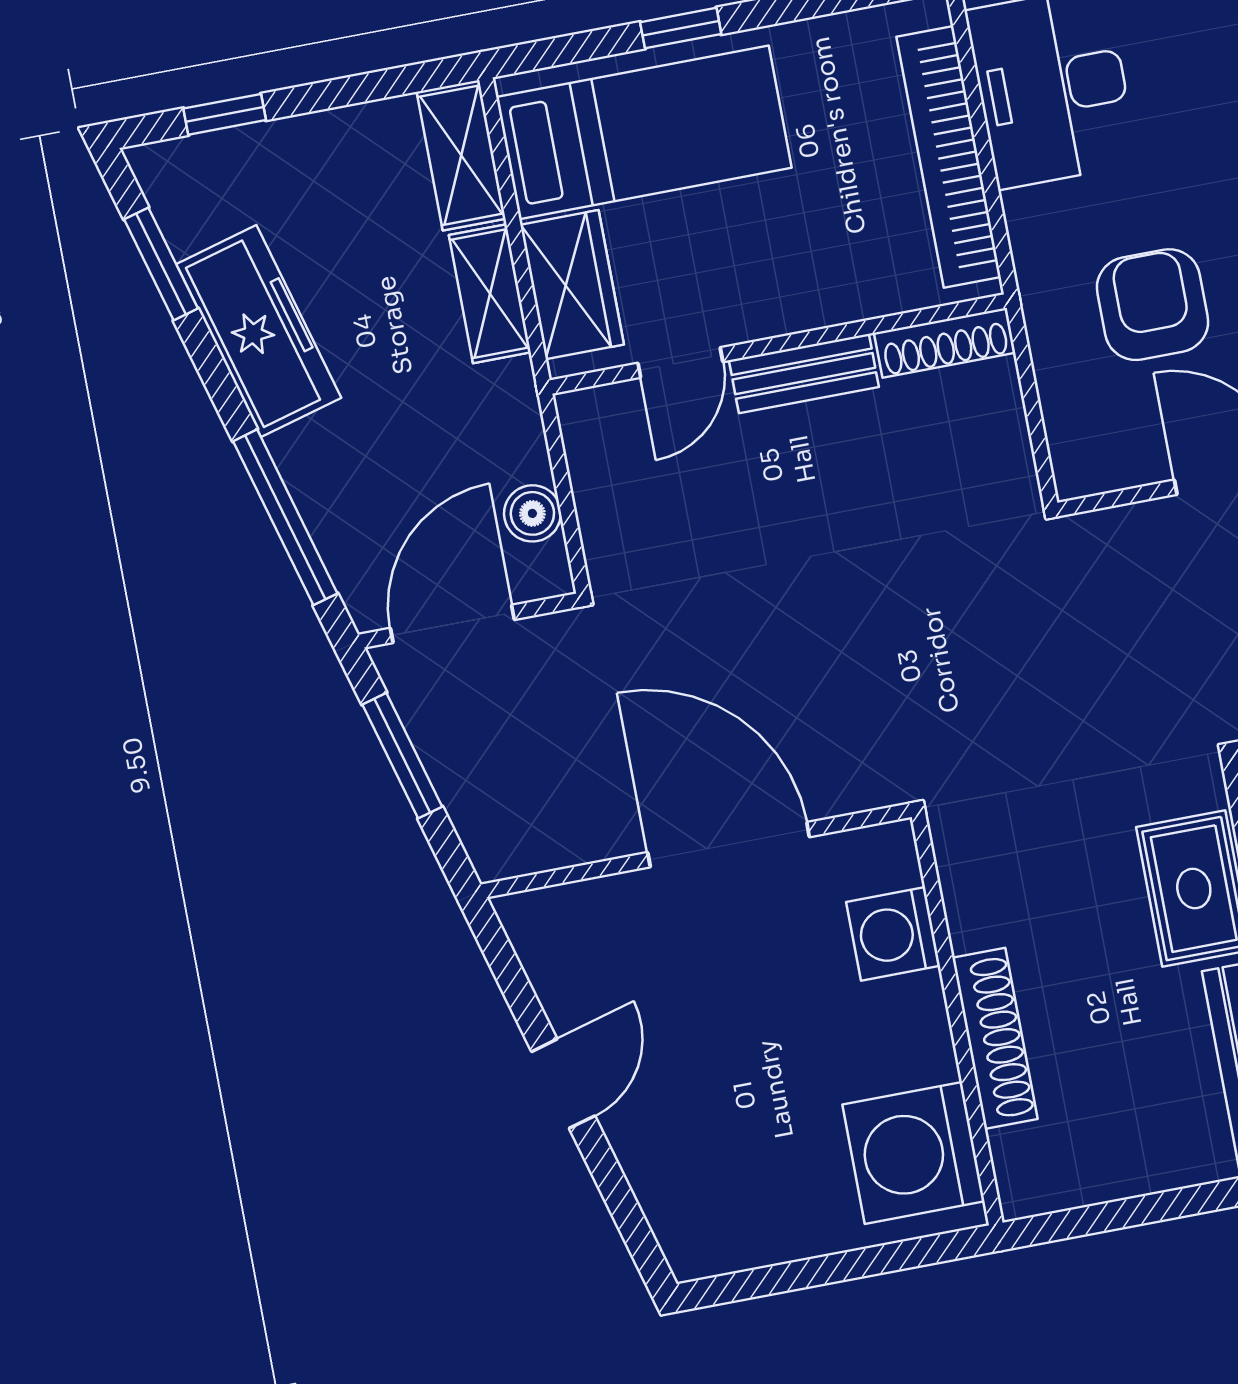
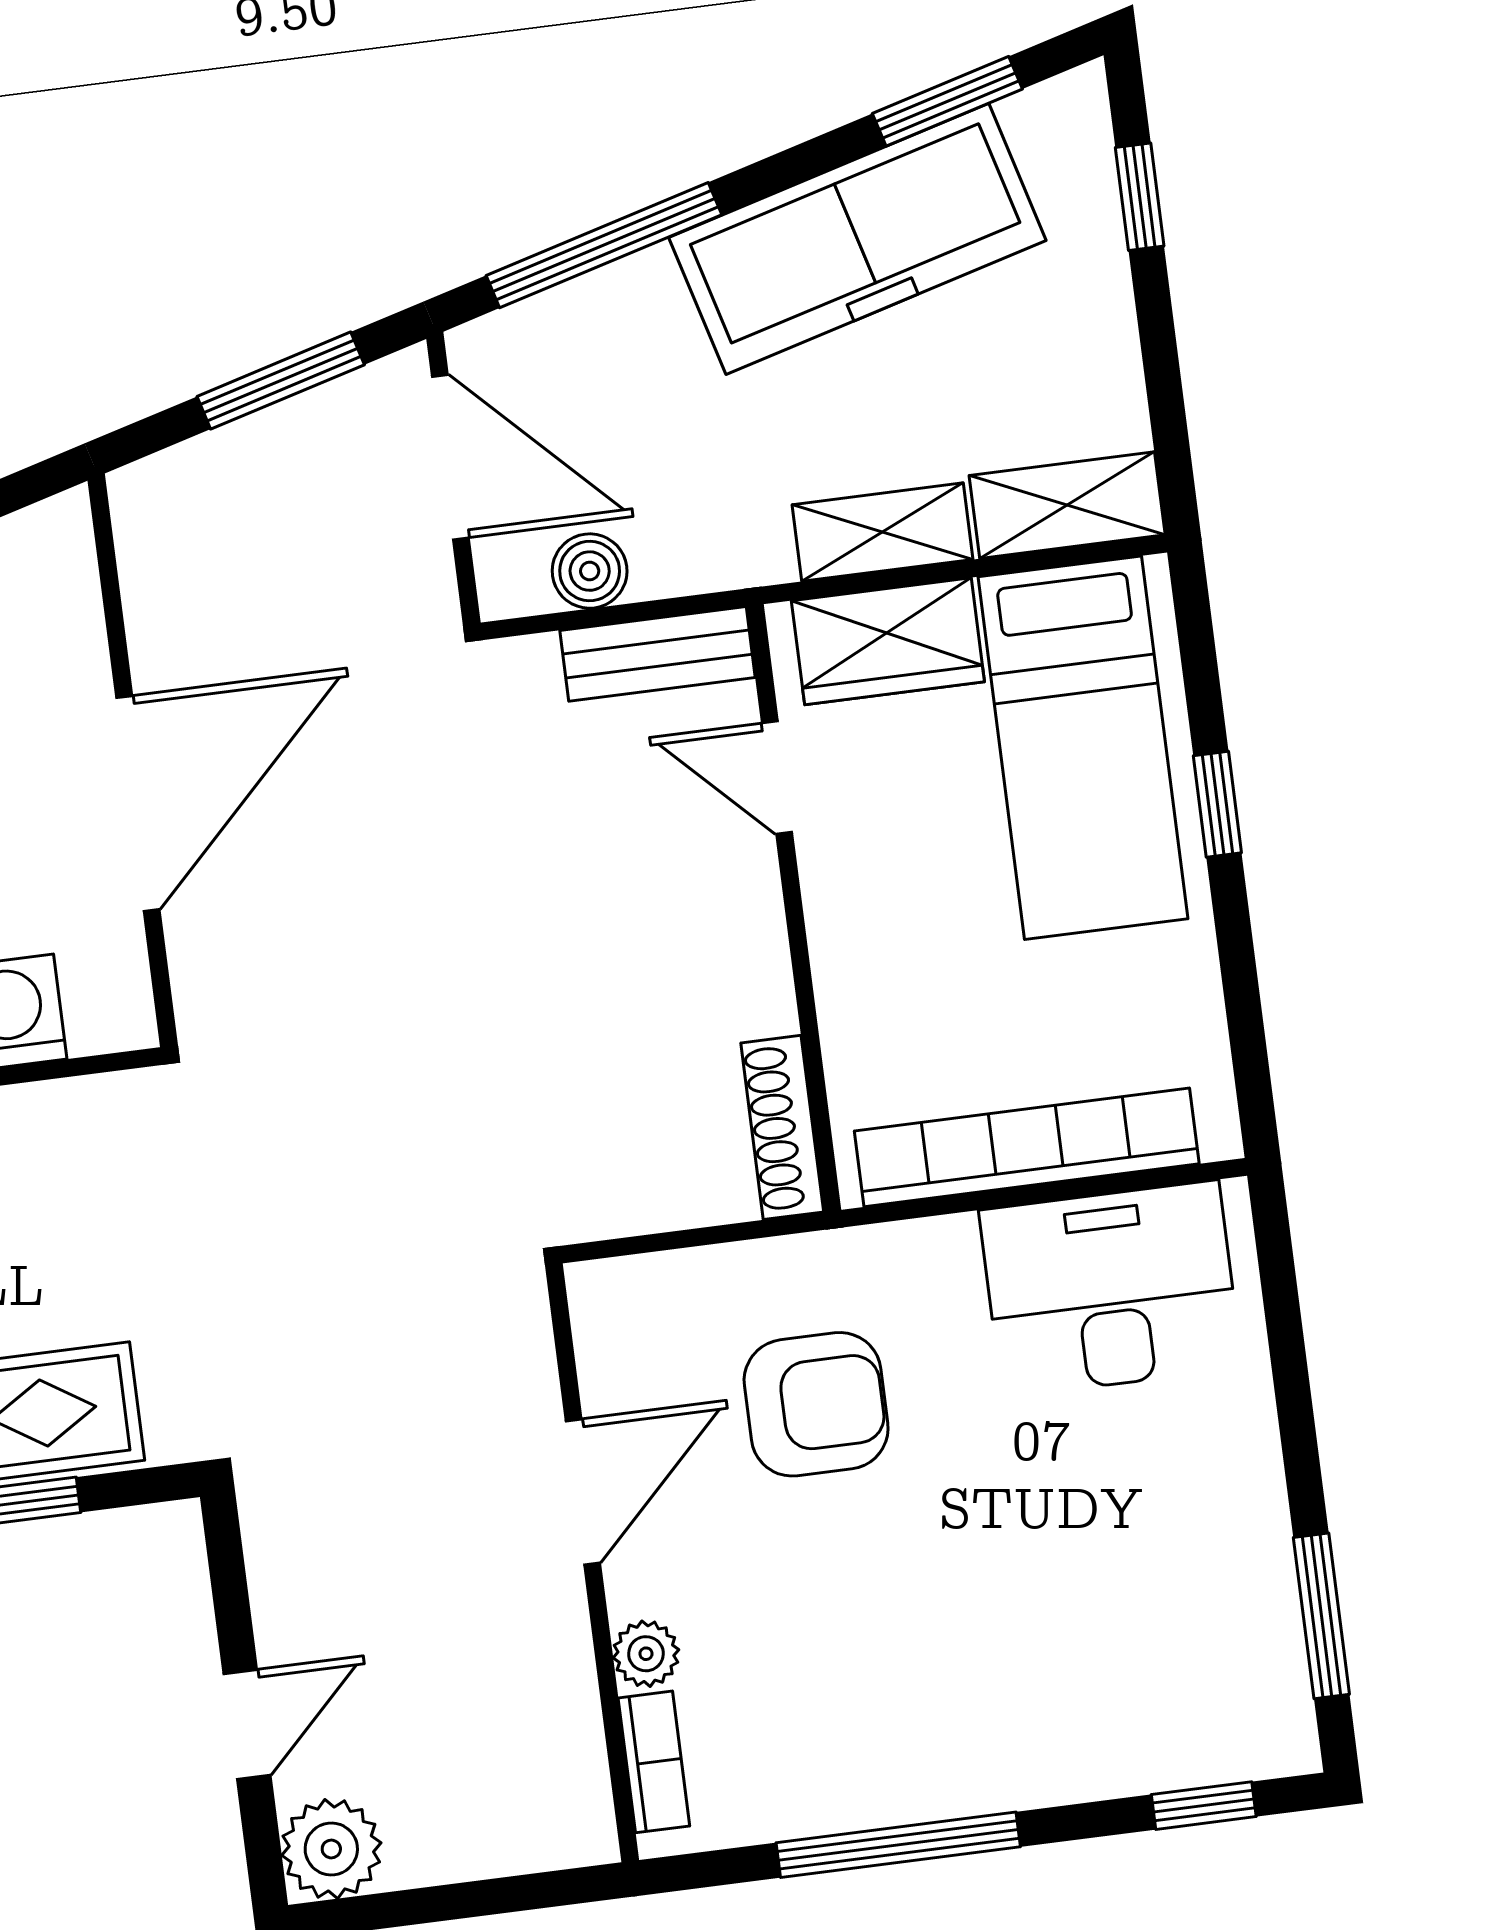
freezer: (259, 331) -> (857, 239), width x1.36, depth x1.26
bench: (804, 374) -> (658, 654), moved, turned 90

